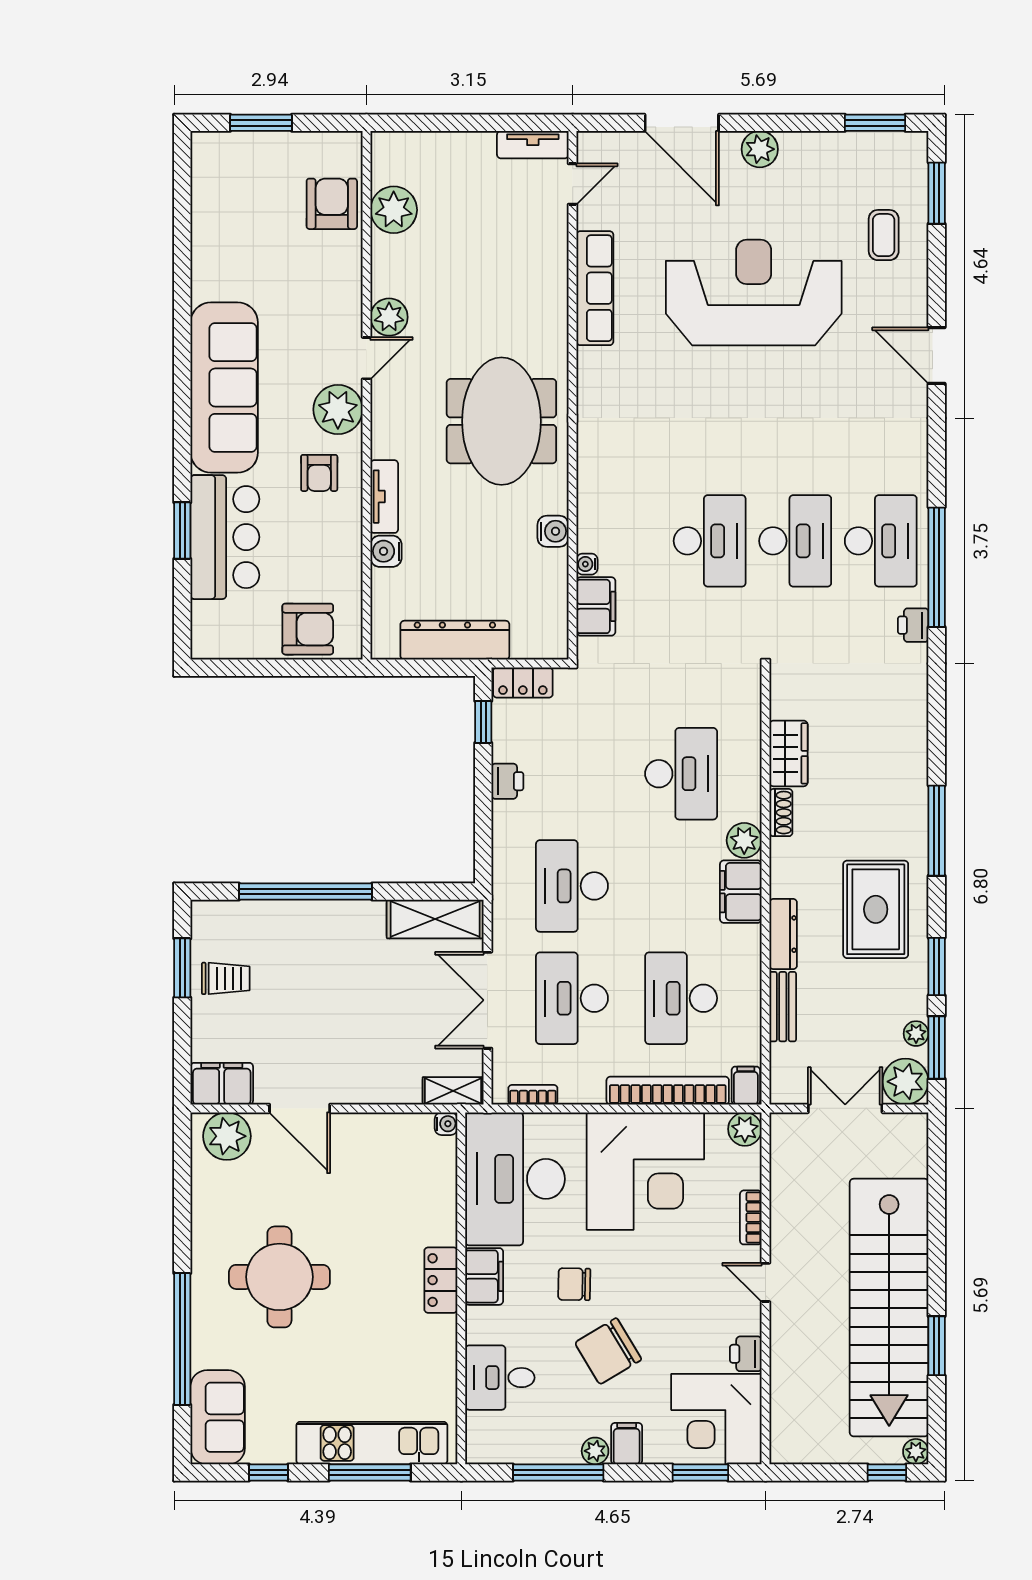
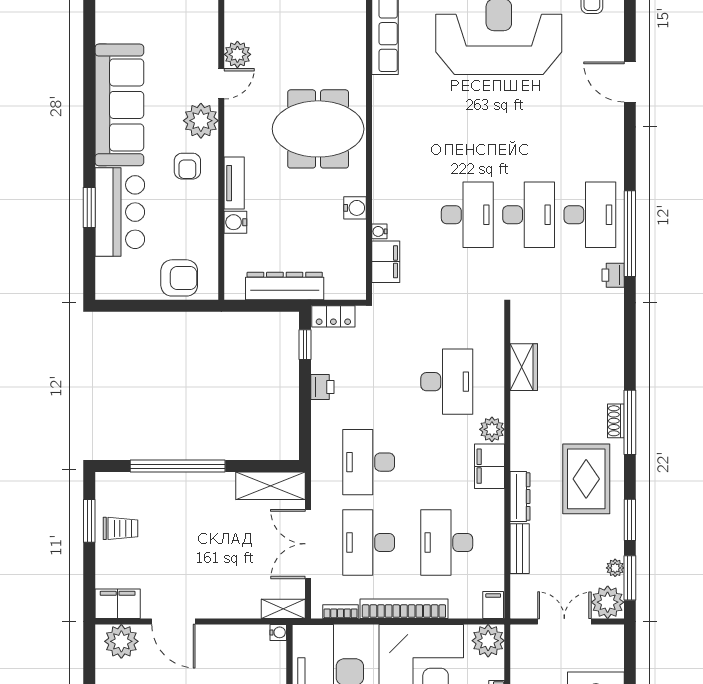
meeting table: (501, 421) -> (318, 129), turned 90
shoe rack: (781, 813) -> (616, 421), moved, turned 180
bookcase: (668, 1091) -> (404, 609), moved
plant: (745, 1129) -> (488, 641), width x1.36, depth x1.36

